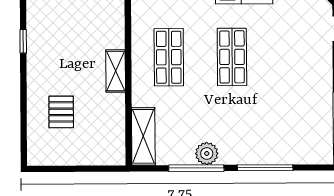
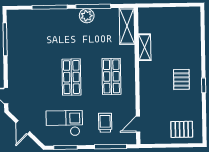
shelving: (116, 71) -> (145, 47), moved
pallet: (61, 112) -> (181, 79), moved

